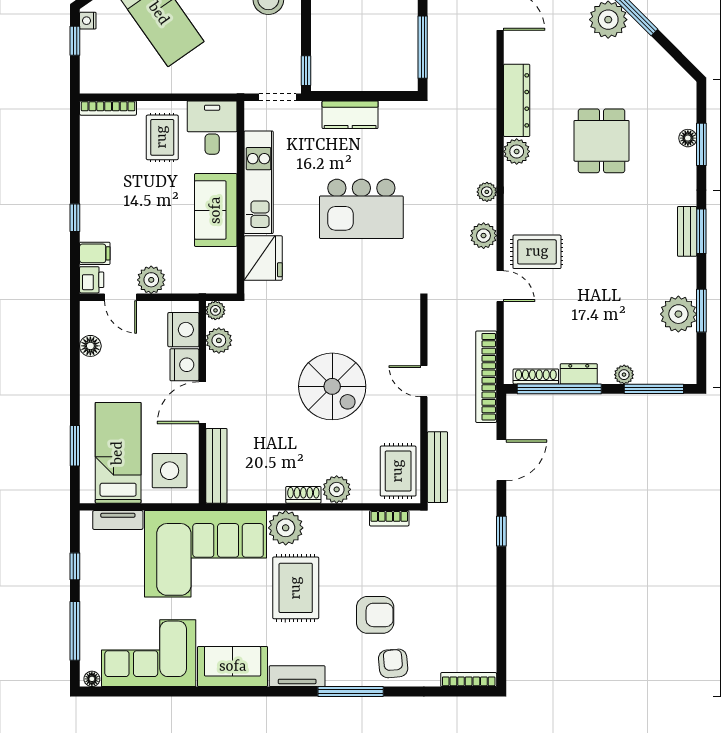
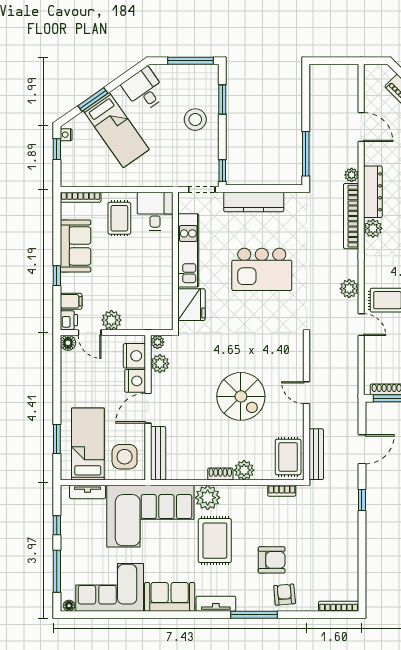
kitchen counter: (350, 115) -> (254, 202), width x1.50
plant: (487, 192) -> (352, 175), moved
sofa: (216, 210) -> (75, 246), moved, turned 180
floor lamp: (90, 346) -> (68, 343), moved
bookcase: (486, 377) -> (351, 216), moved

